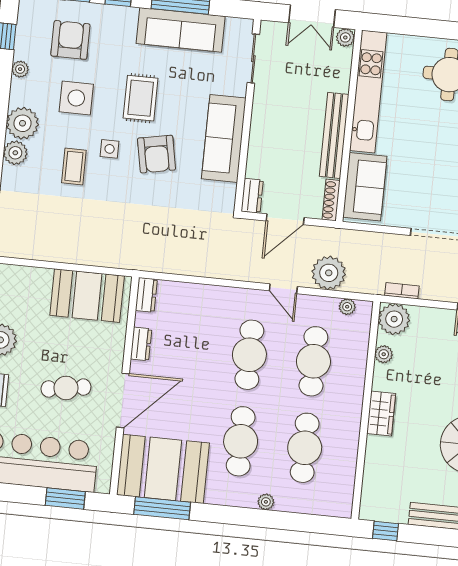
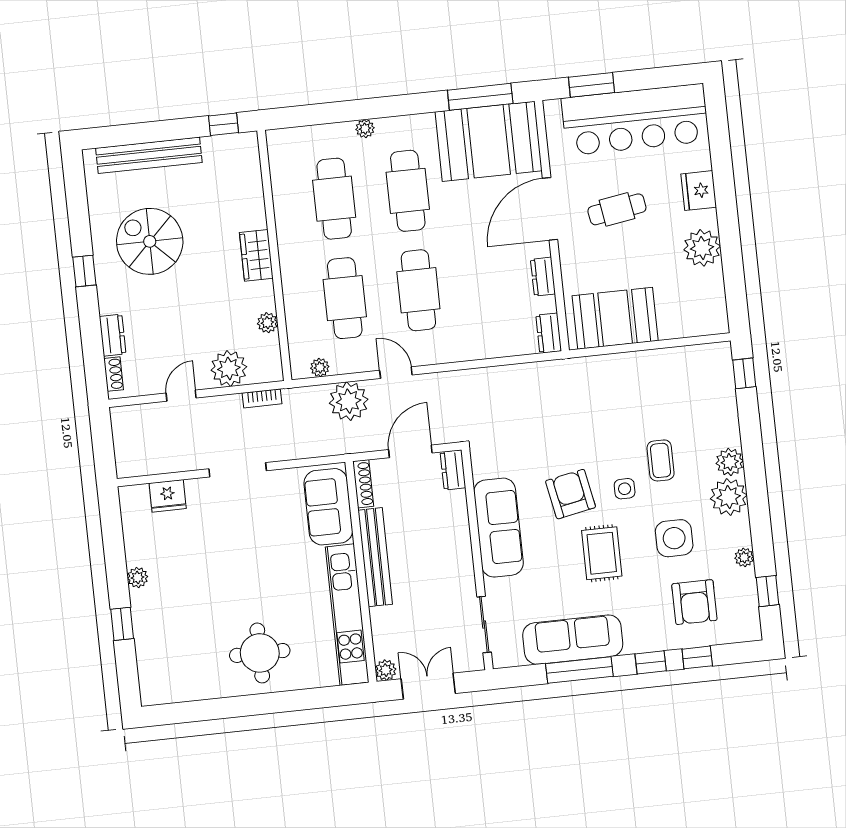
plant: (394, 319) -> (229, 368), moved

